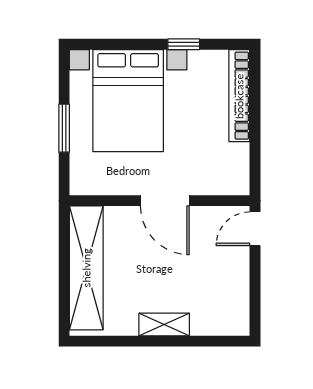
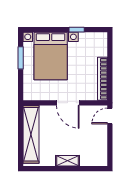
bookcase: (239, 96) -> (103, 79), moved
window: (64, 128) -> (21, 58), moved

